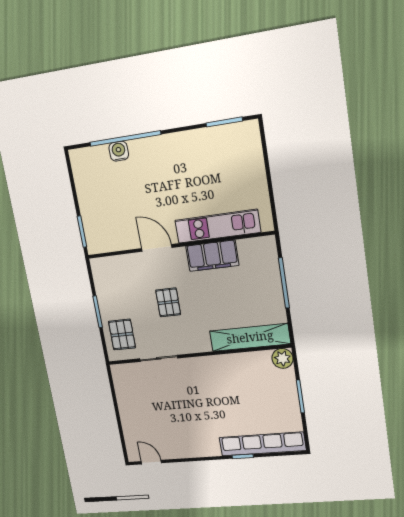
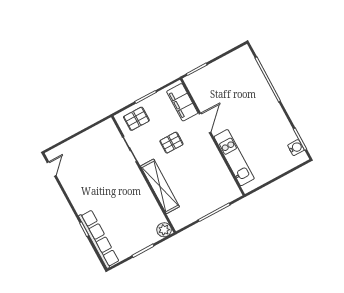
water cooler: (119, 151) -> (296, 148), moved
filing cabinet: (212, 256) -> (182, 102), moved
shelving: (250, 337) -> (160, 186), moved

